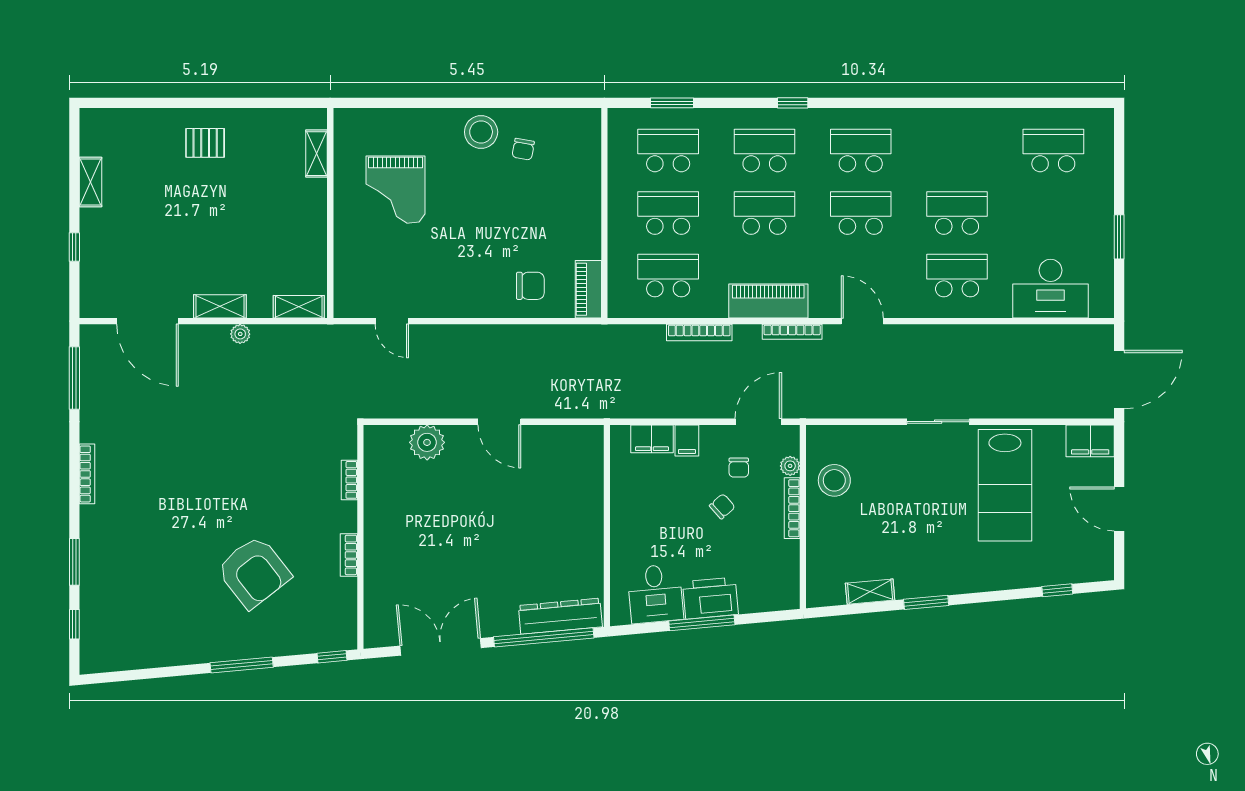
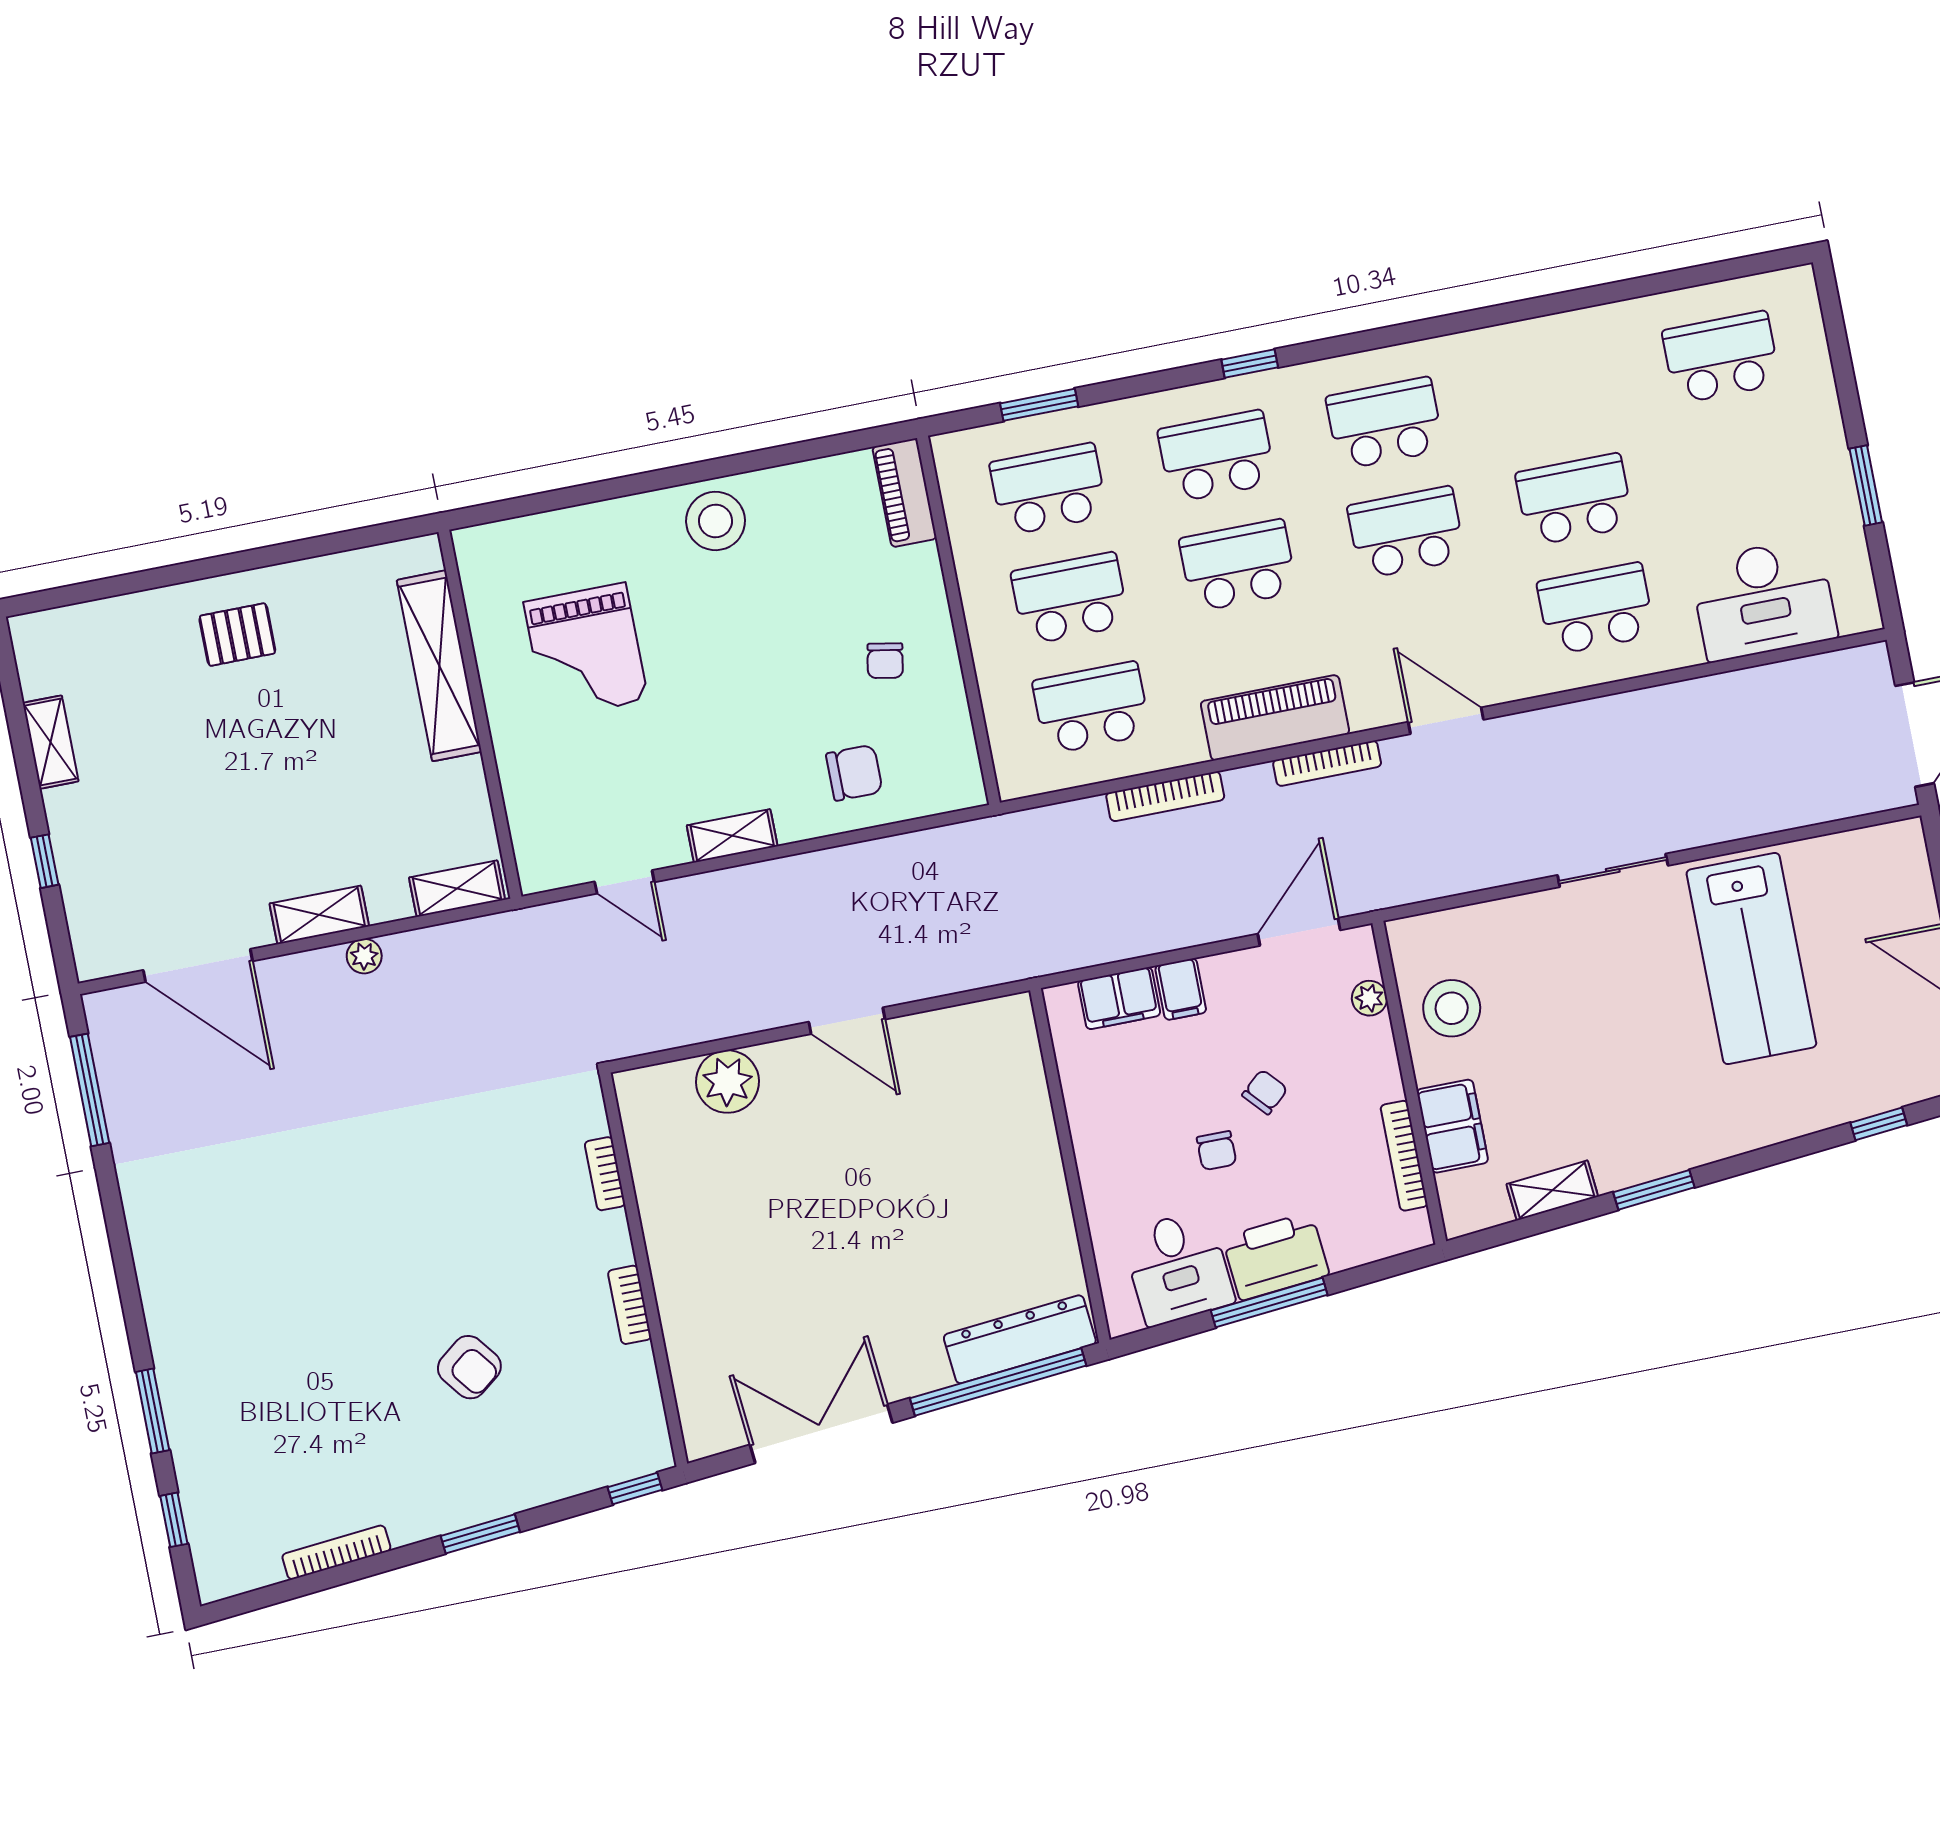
chair: (523, 149) -> (885, 661), moved
shelving: (317, 154) -> (439, 666), width x2.20, depth x1.33
piano: (588, 289) -> (905, 493), moved
shelving: (456, 307) -> (732, 836), added
filing cabinet: (1090, 441) -> (1452, 1126), moved, turned -90
chair: (739, 468) -> (1217, 1151), moved
bookcase: (87, 474) -> (336, 1552), moved, turned -95
bookcase: (792, 508) -> (1404, 1156), moved
armchair: (254, 572) -> (469, 1367), width x0.53, depth x0.53
window: (242, 665) -> (480, 1534), width x0.69

